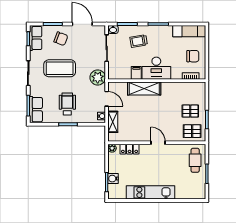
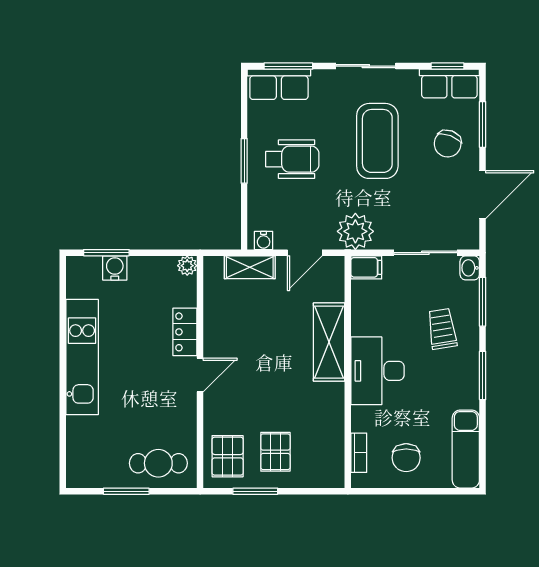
filing cabinet: (136, 73) -> (366, 267), moved
locker: (130, 149) -> (185, 332), moved

